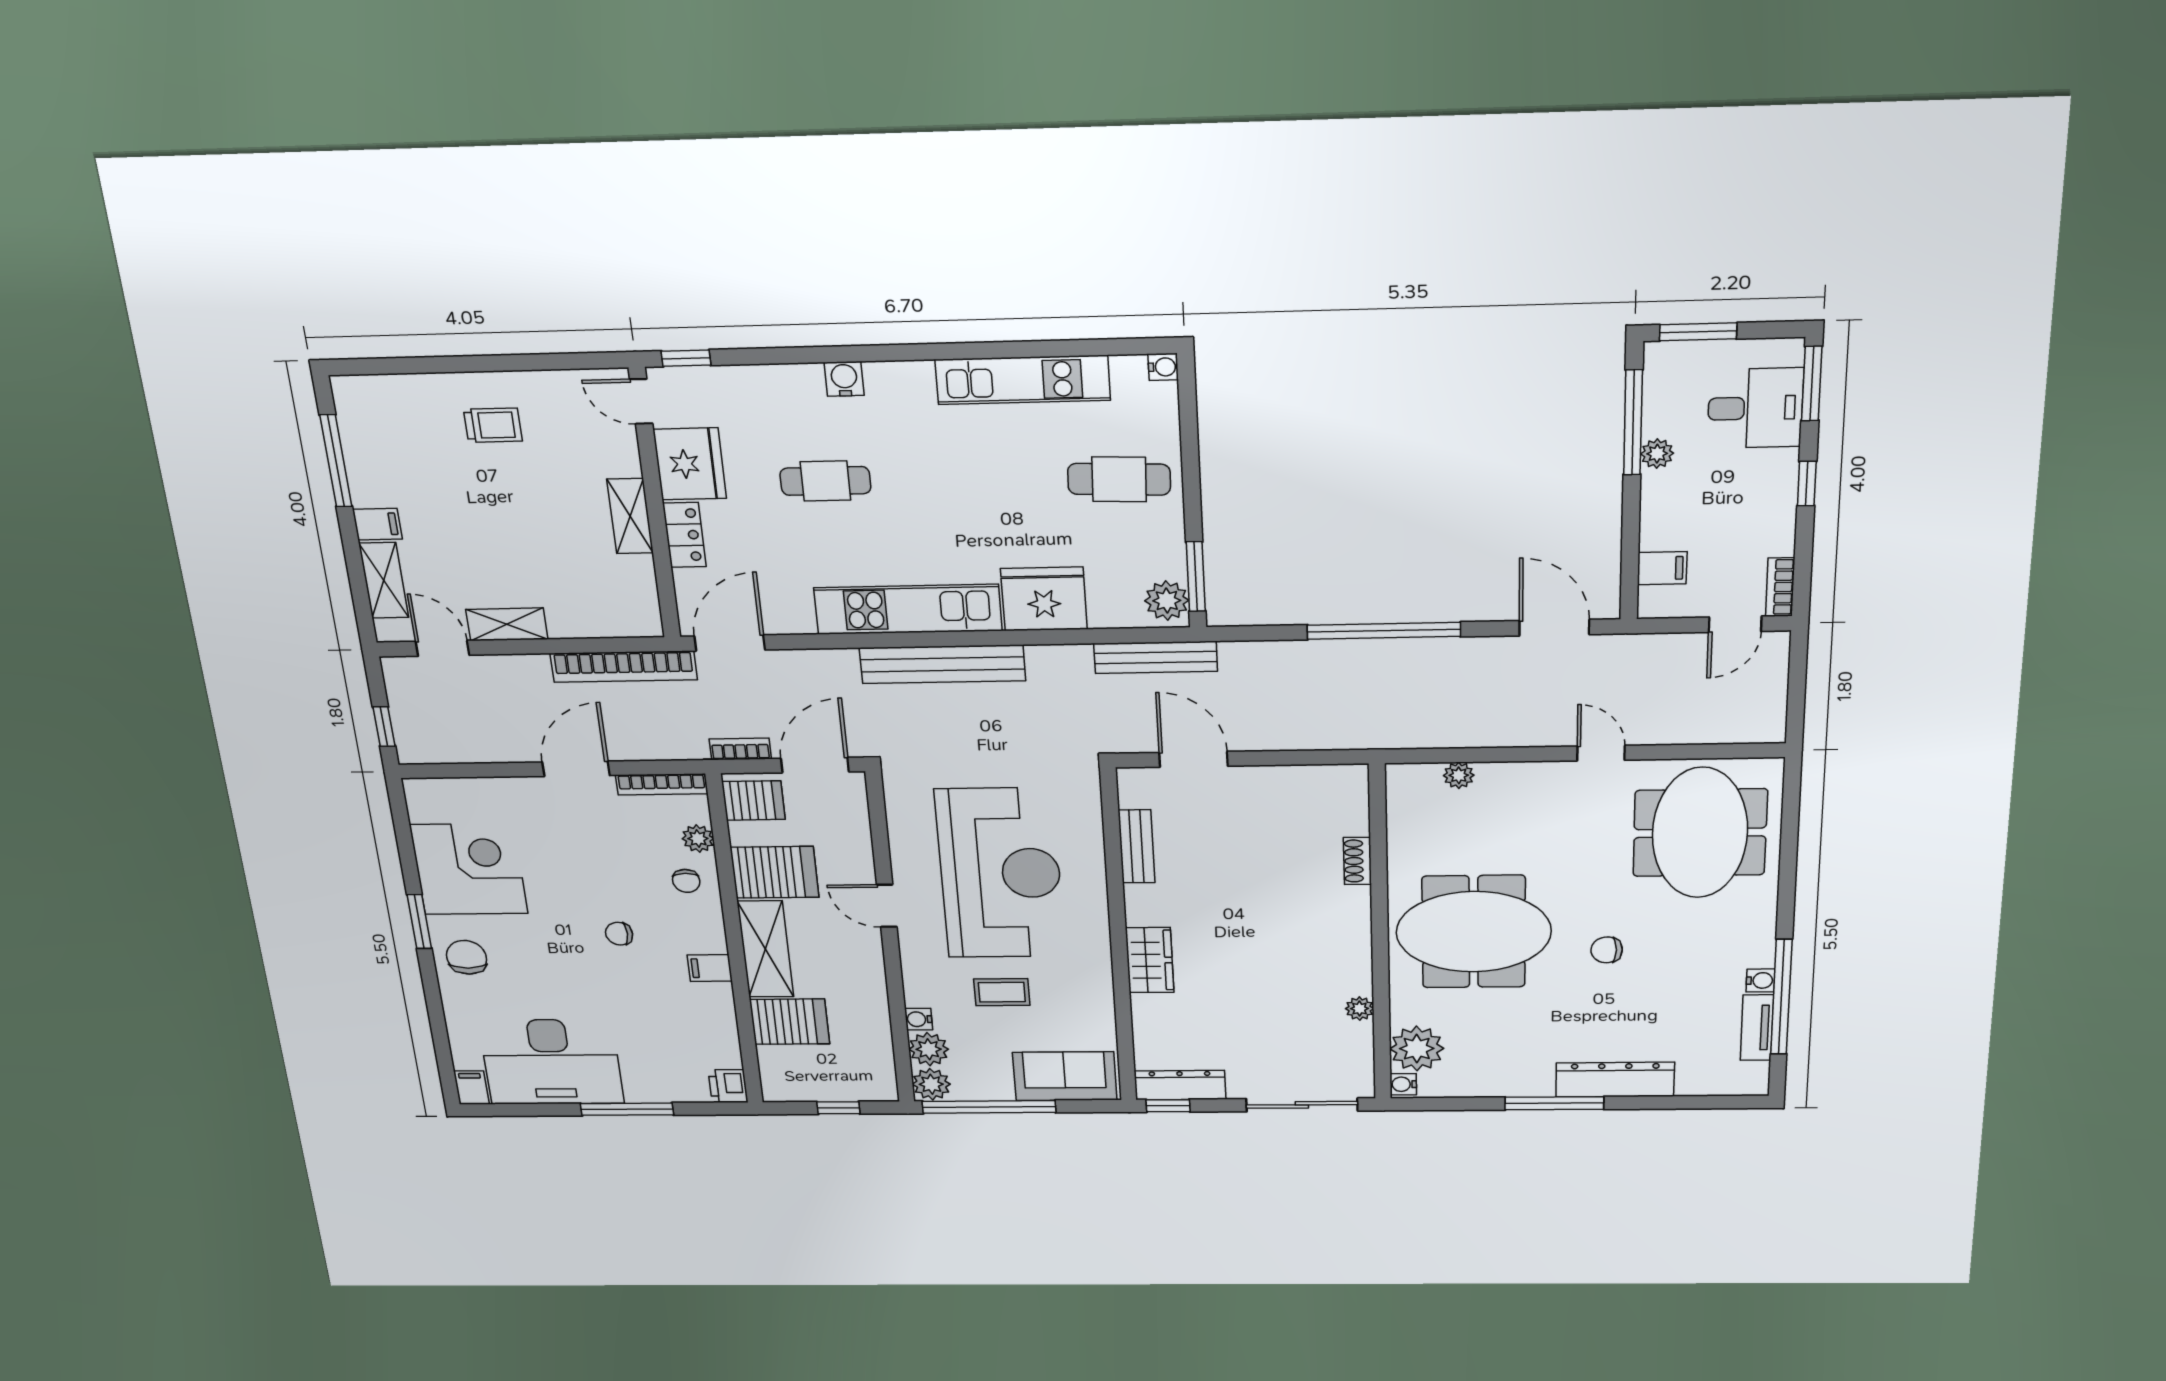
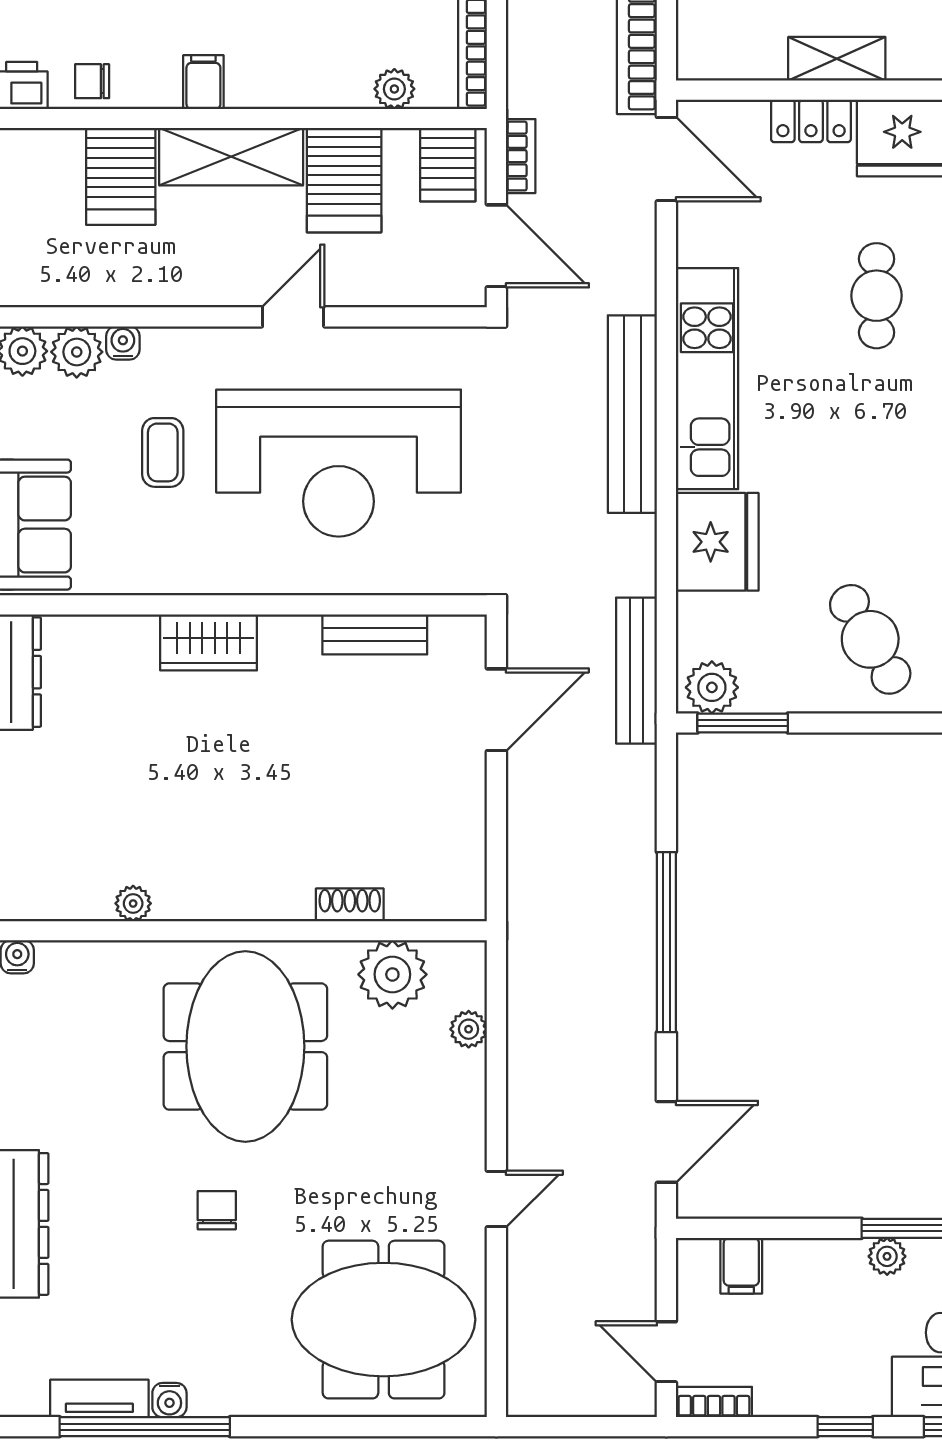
cafe table: (1119, 479) -> (870, 639), turned -32
chair: (686, 881) -> (92, 81), moved
plant: (1417, 1049) -> (392, 974), moved

